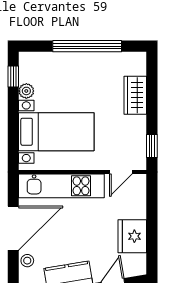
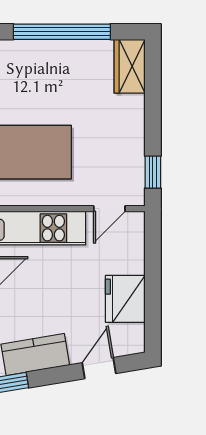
wardrobe: (135, 95) -> (130, 66), moved

